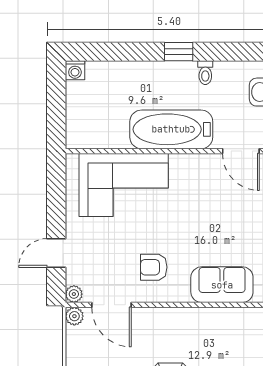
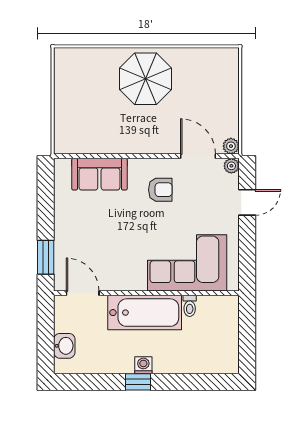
washing machine: (75, 70) -> (143, 365), moved
toilet: (205, 73) -> (190, 306), moved, turned 180

